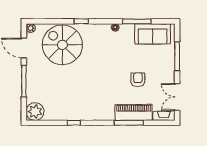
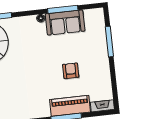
sofa: (153, 34) -> (65, 22), moved
double door: (177, 97) -> (114, 84), removed

